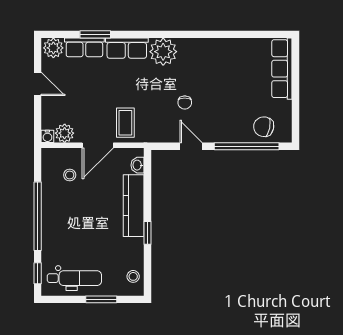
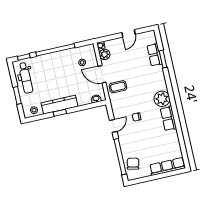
plant: (53, 48) -> (150, 38), removed
row of seats: (127, 48) -> (168, 118), moved
kitchen counter: (134, 206) -> (60, 105), moved

